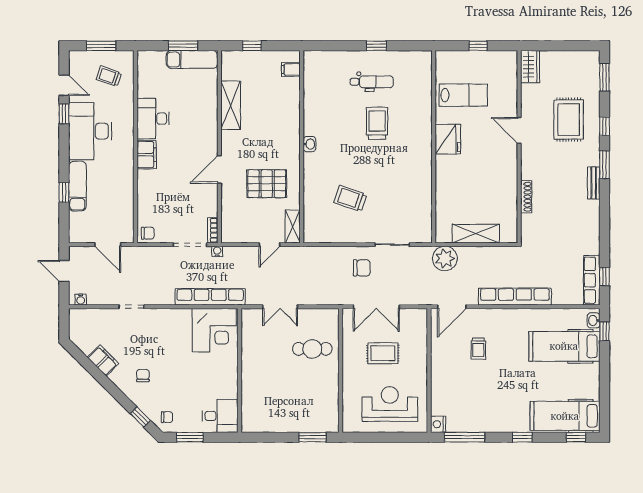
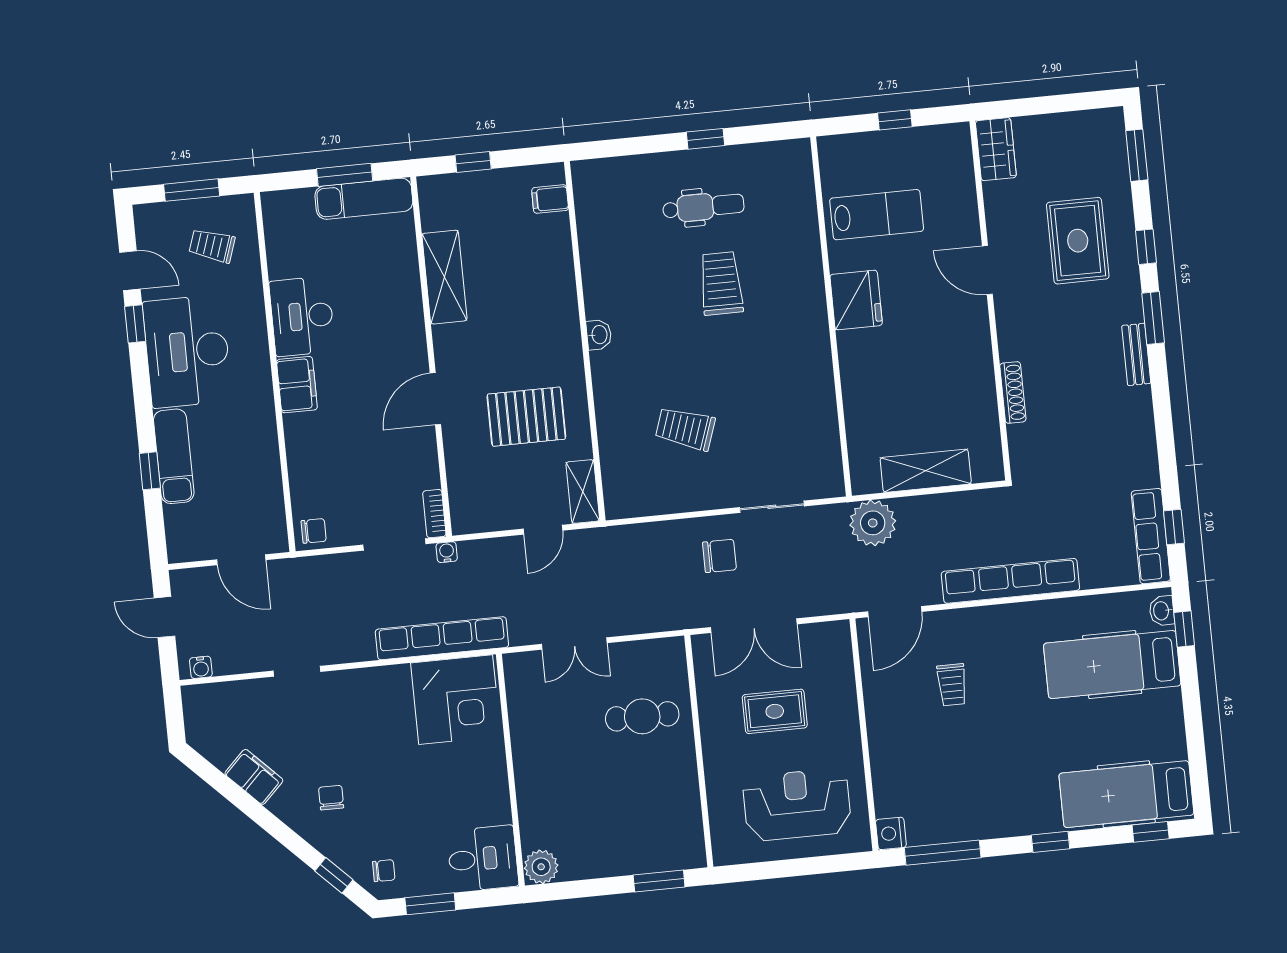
plant: (251, 423) -> (541, 867), added

